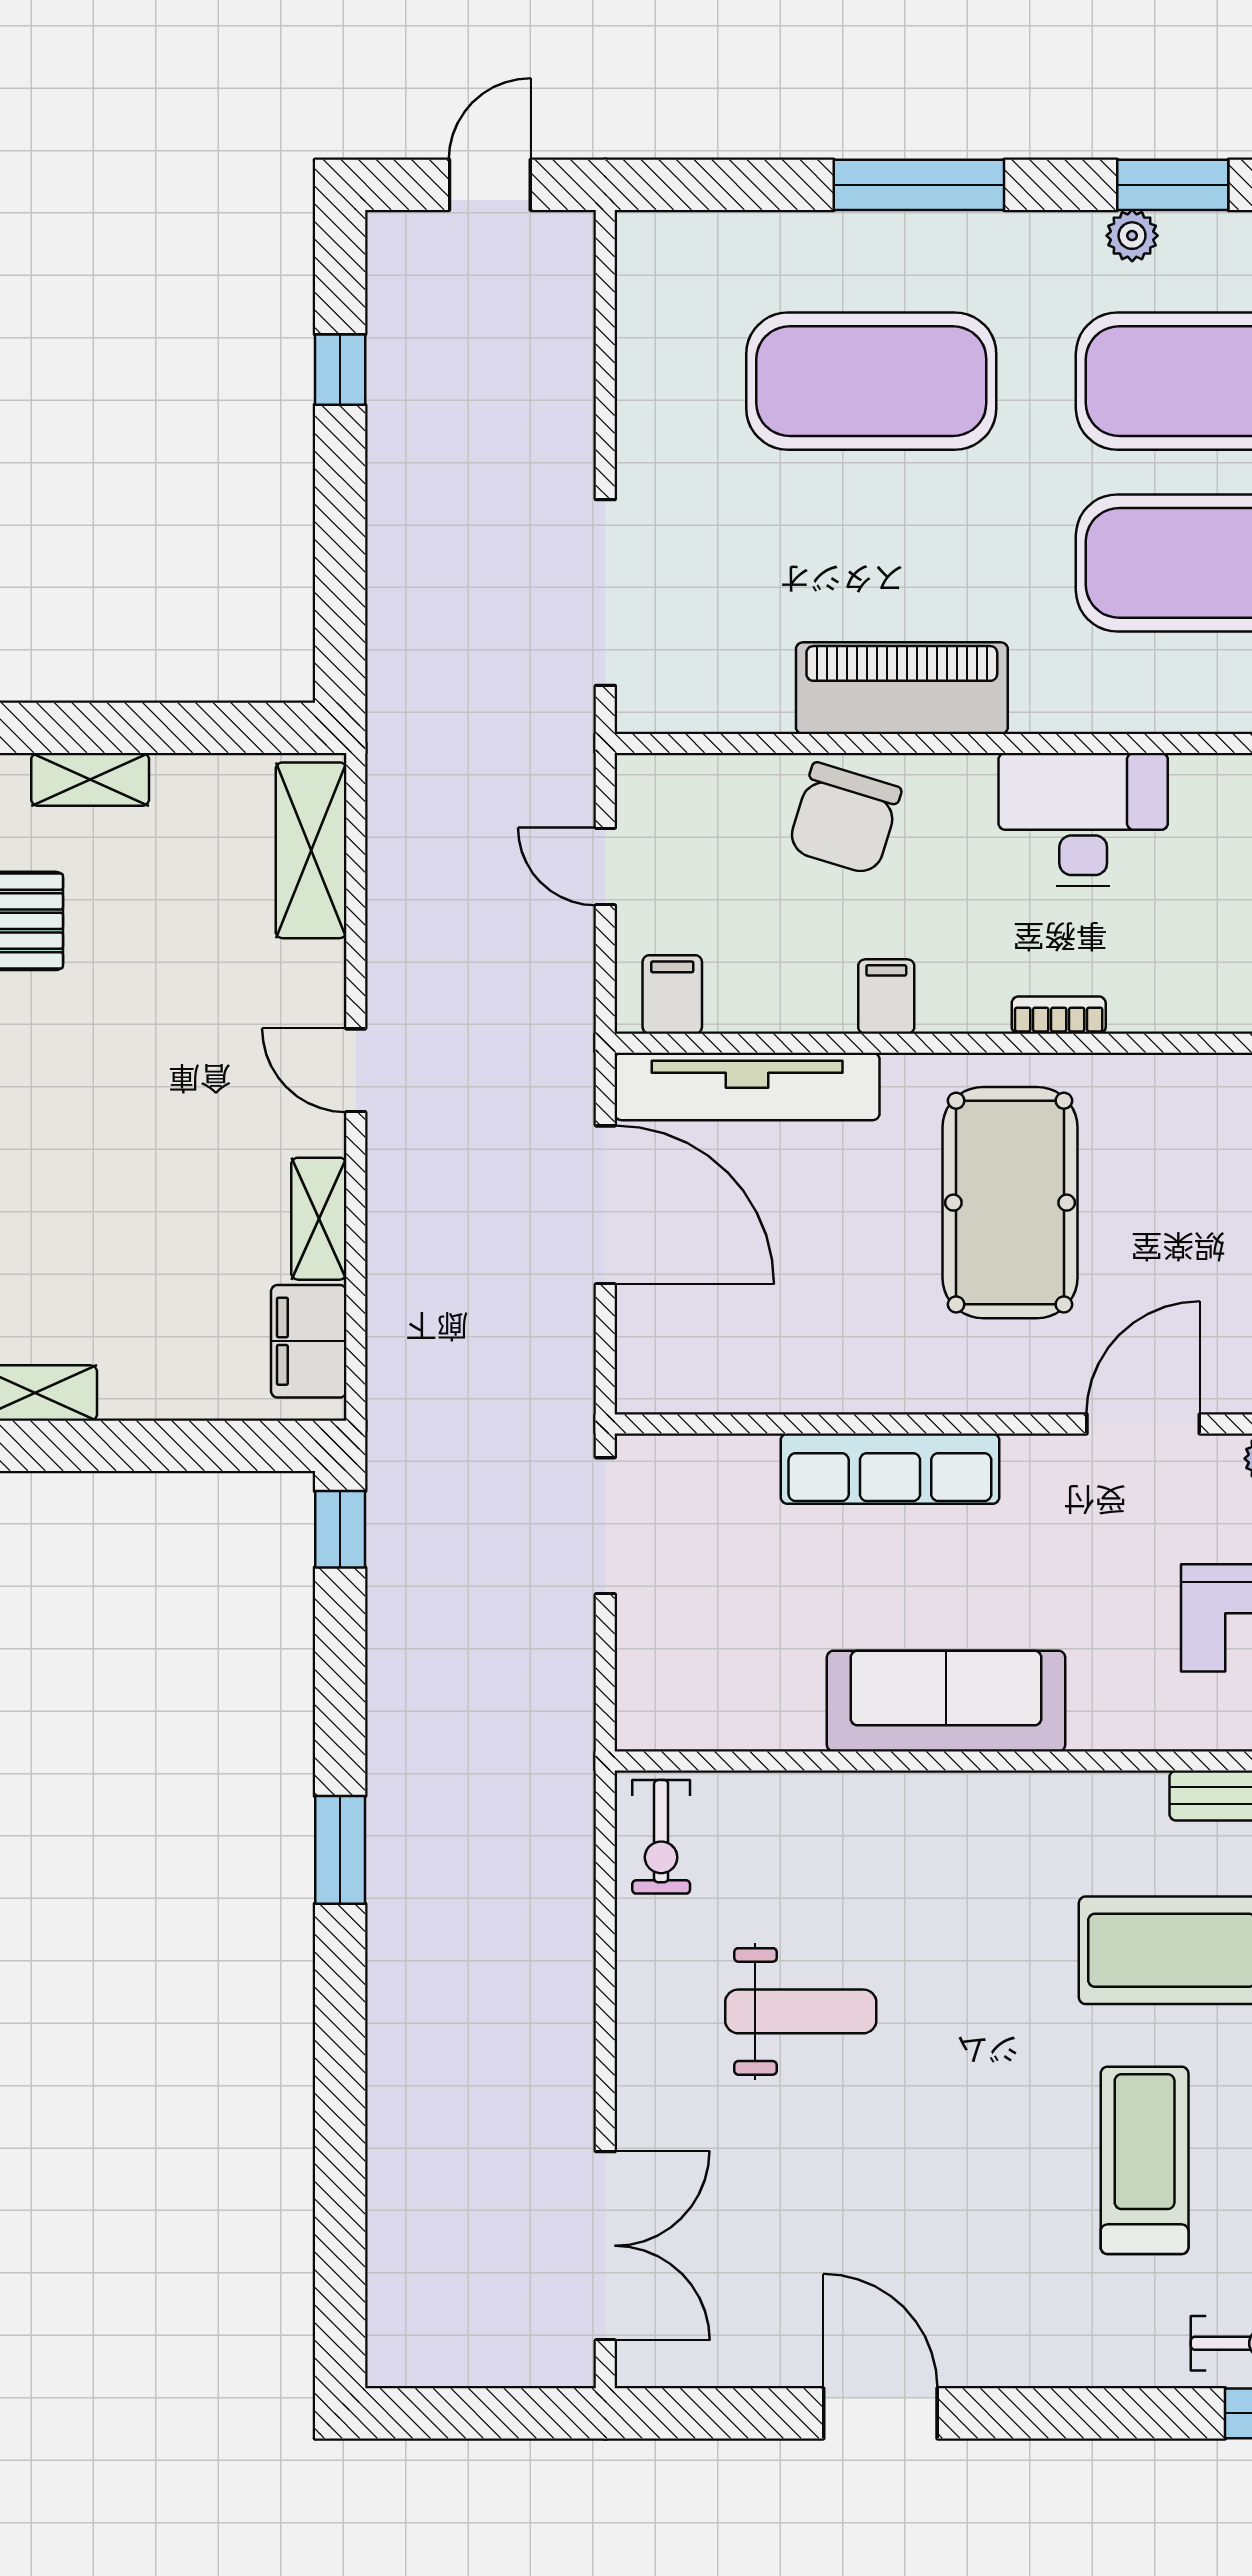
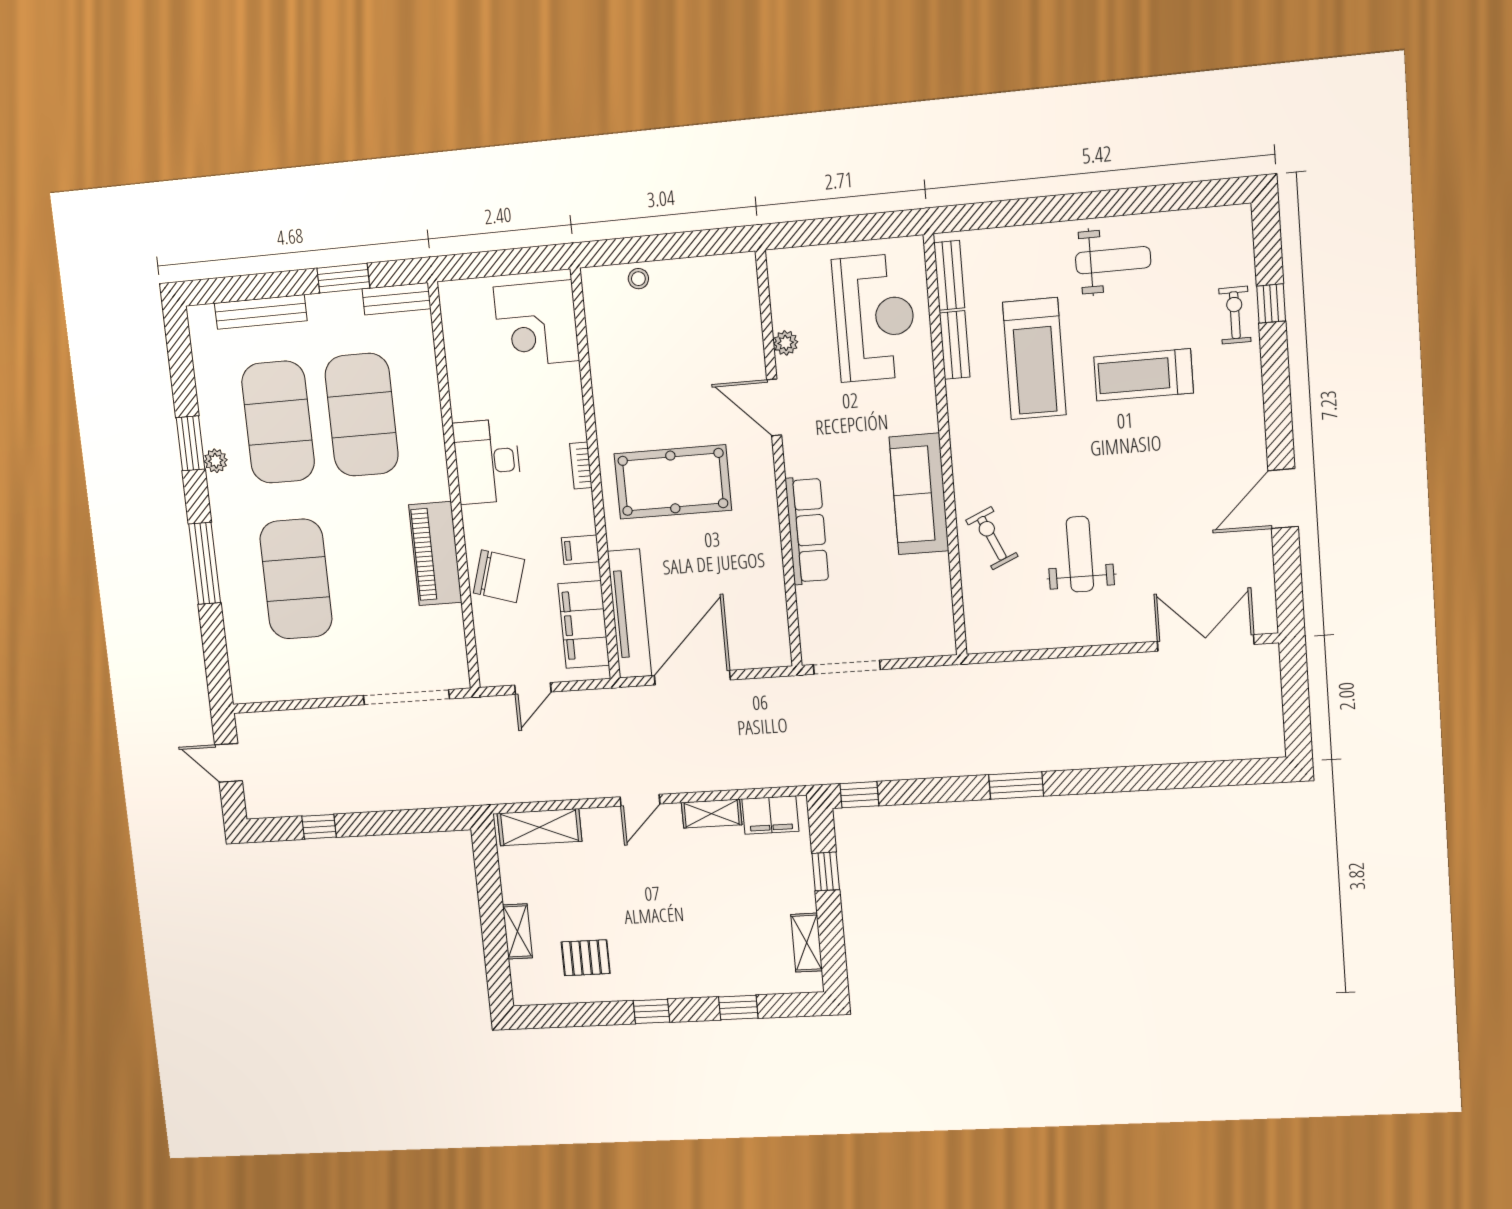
filing cabinet: (672, 994) -> (584, 625), width x3.00, depth x1.17
window: (183, 1446) -> (826, 871), added
exercise bike: (661, 1837) -> (992, 538), moved, turned -114

